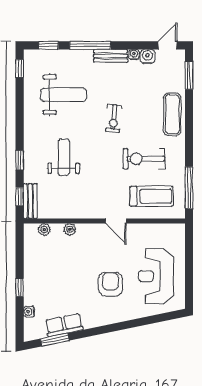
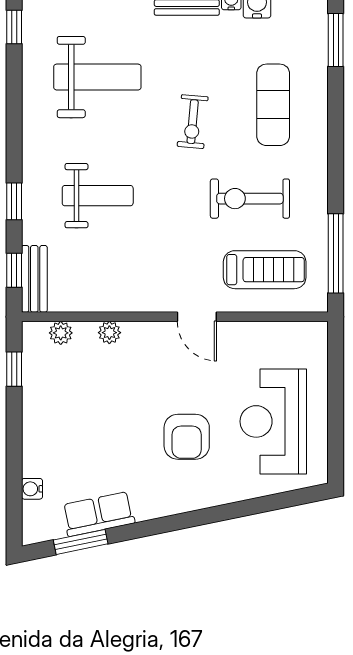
exercise mat: (172, 114) -> (273, 105), moved
weight bench: (64, 157) -> (98, 196), turned 90
armchair: (111, 284) -> (187, 437), turned 180
window: (20, 287) -> (14, 369), moved

